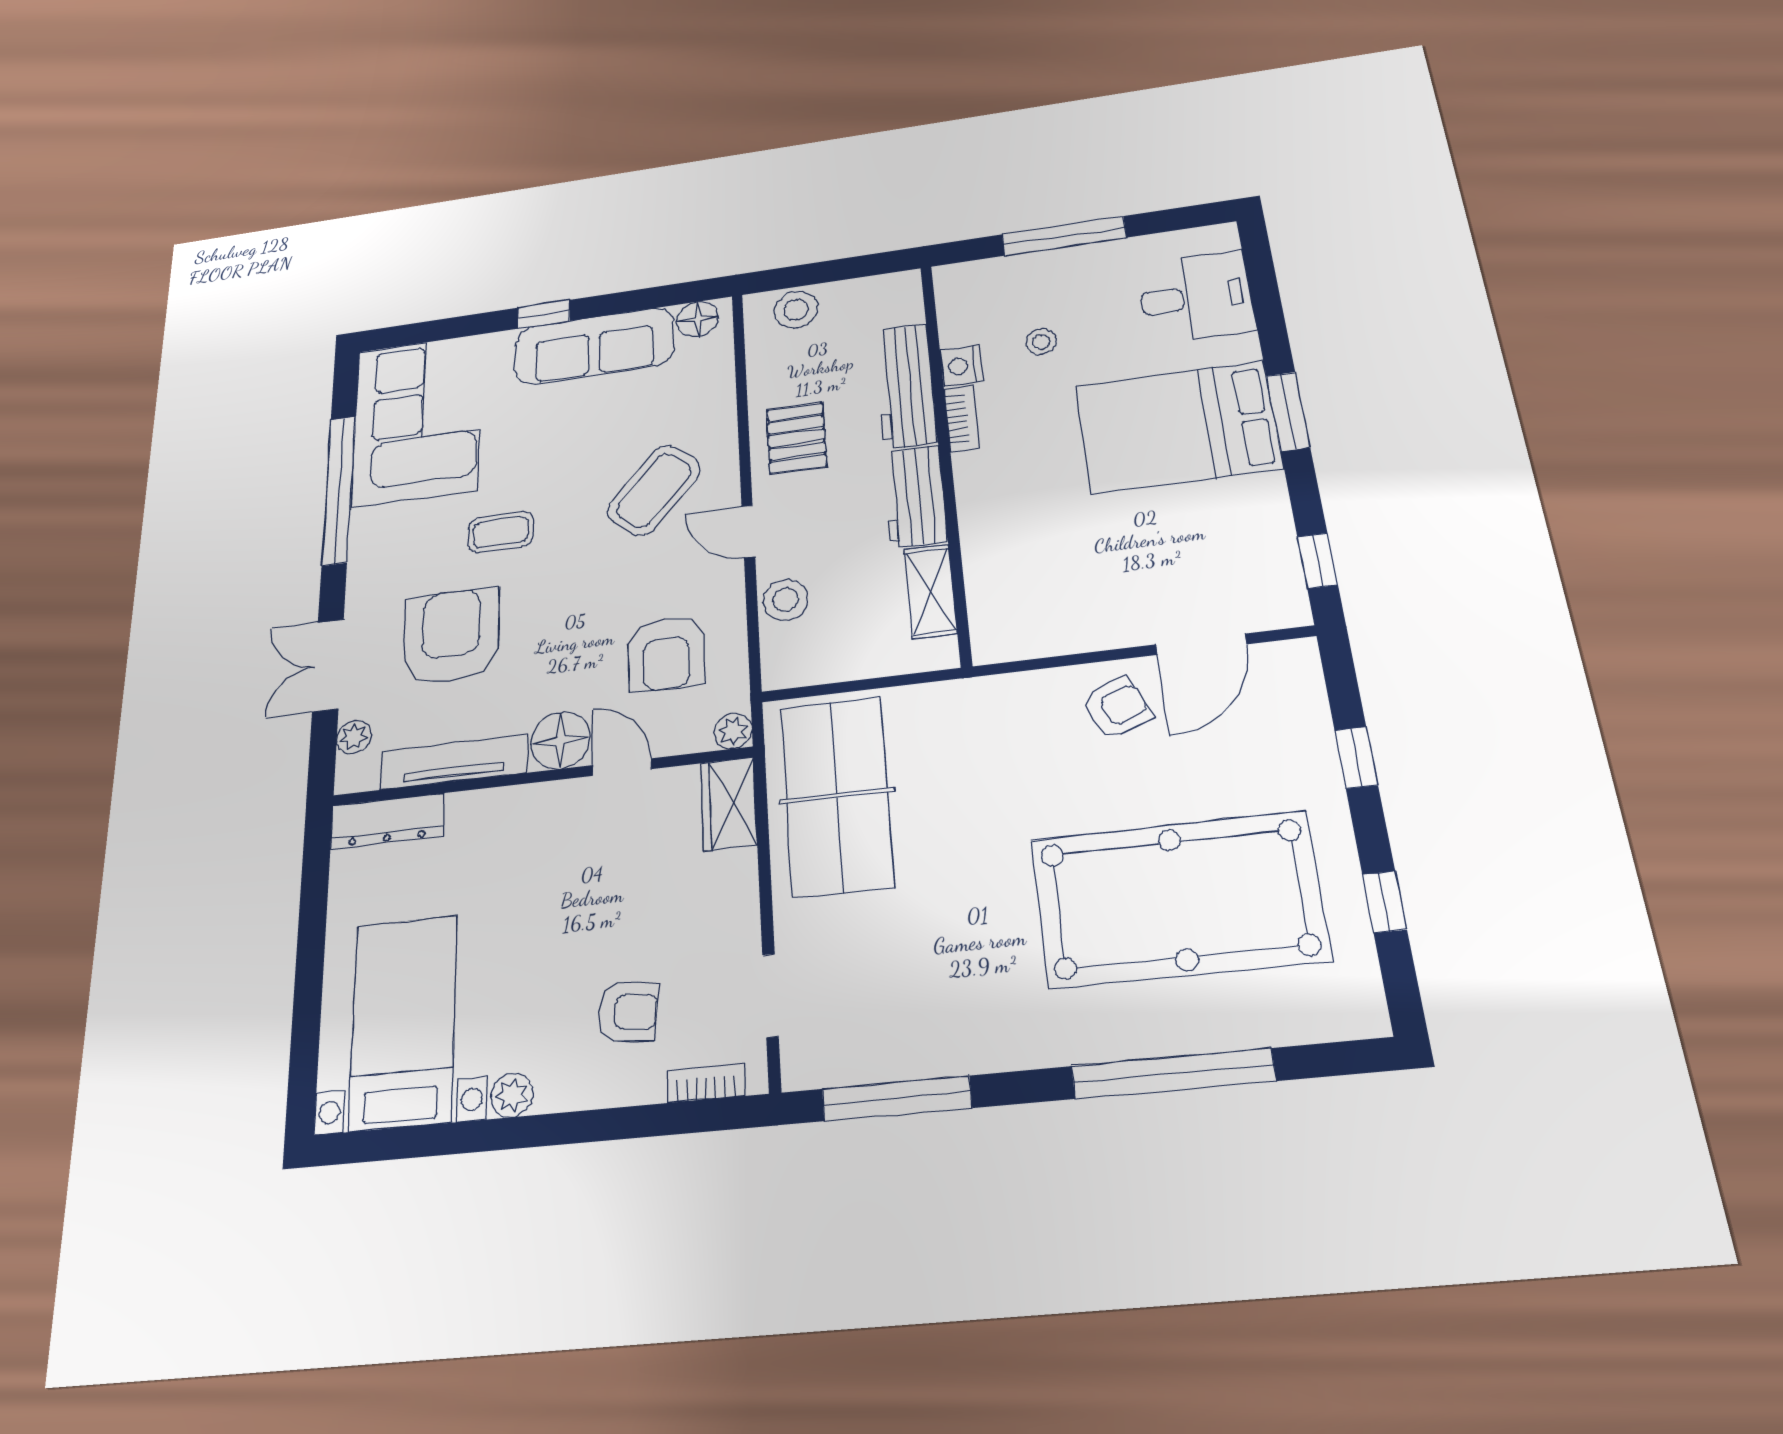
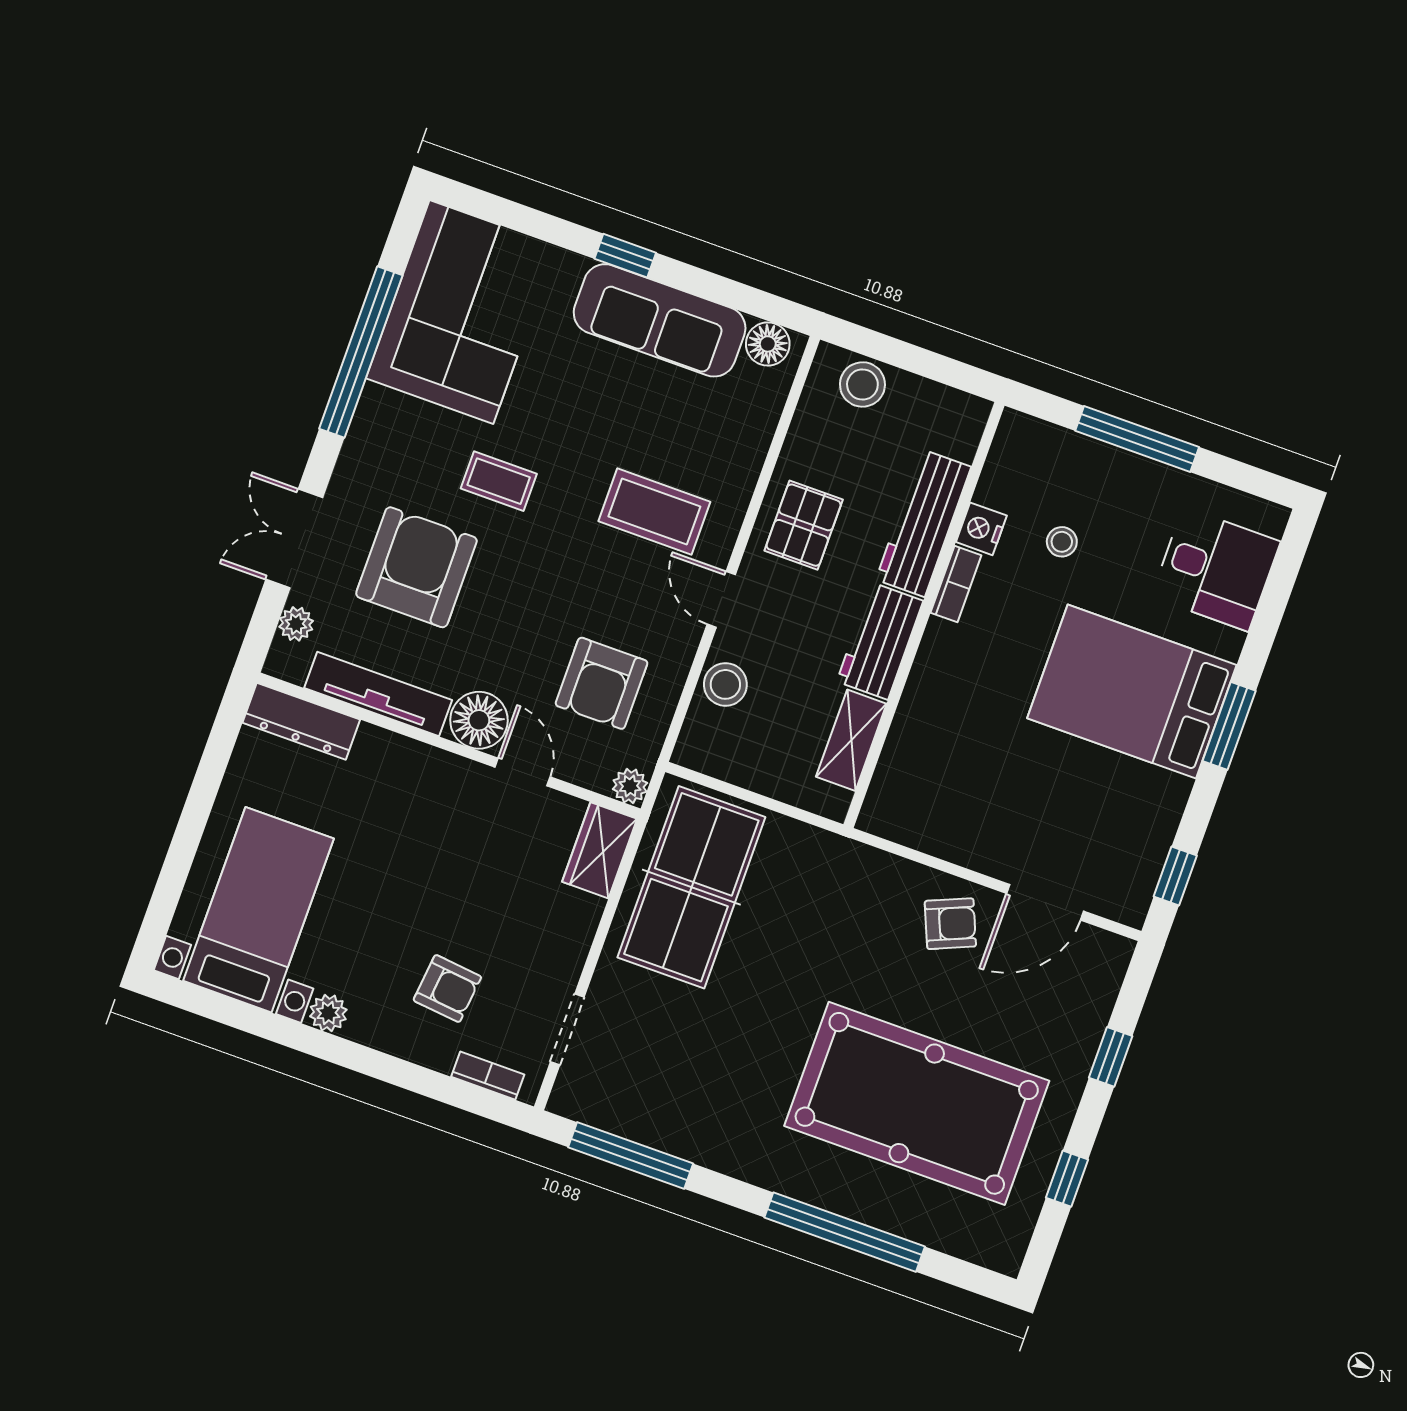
coffee table: (654, 490) -> (654, 512), turned 49

